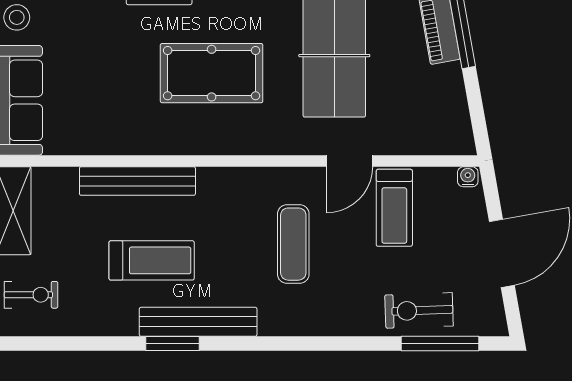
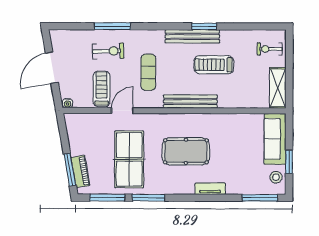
bench: (137, 181) -> (190, 101), moved
exercise bike: (419, 310) -> (108, 51), moved
window: (440, 343) -> (112, 26), moved

